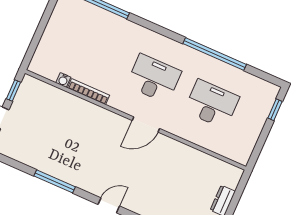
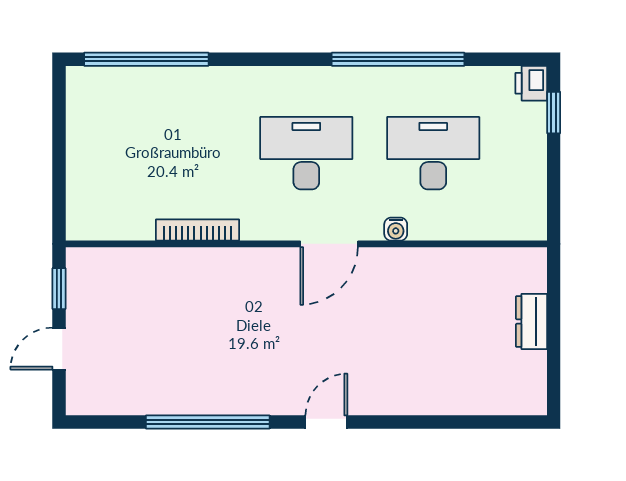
water cooler: (63, 80) -> (396, 229), moved
printer: (271, 92) -> (531, 83), added
window: (55, 181) -> (208, 422), width x1.46

